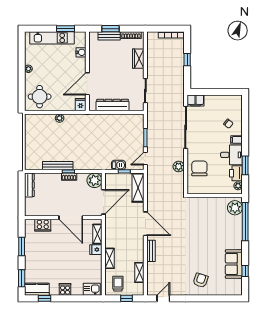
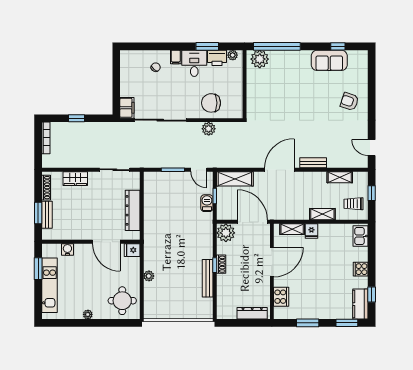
dresser: (29, 185) -> (252, 313), moved

